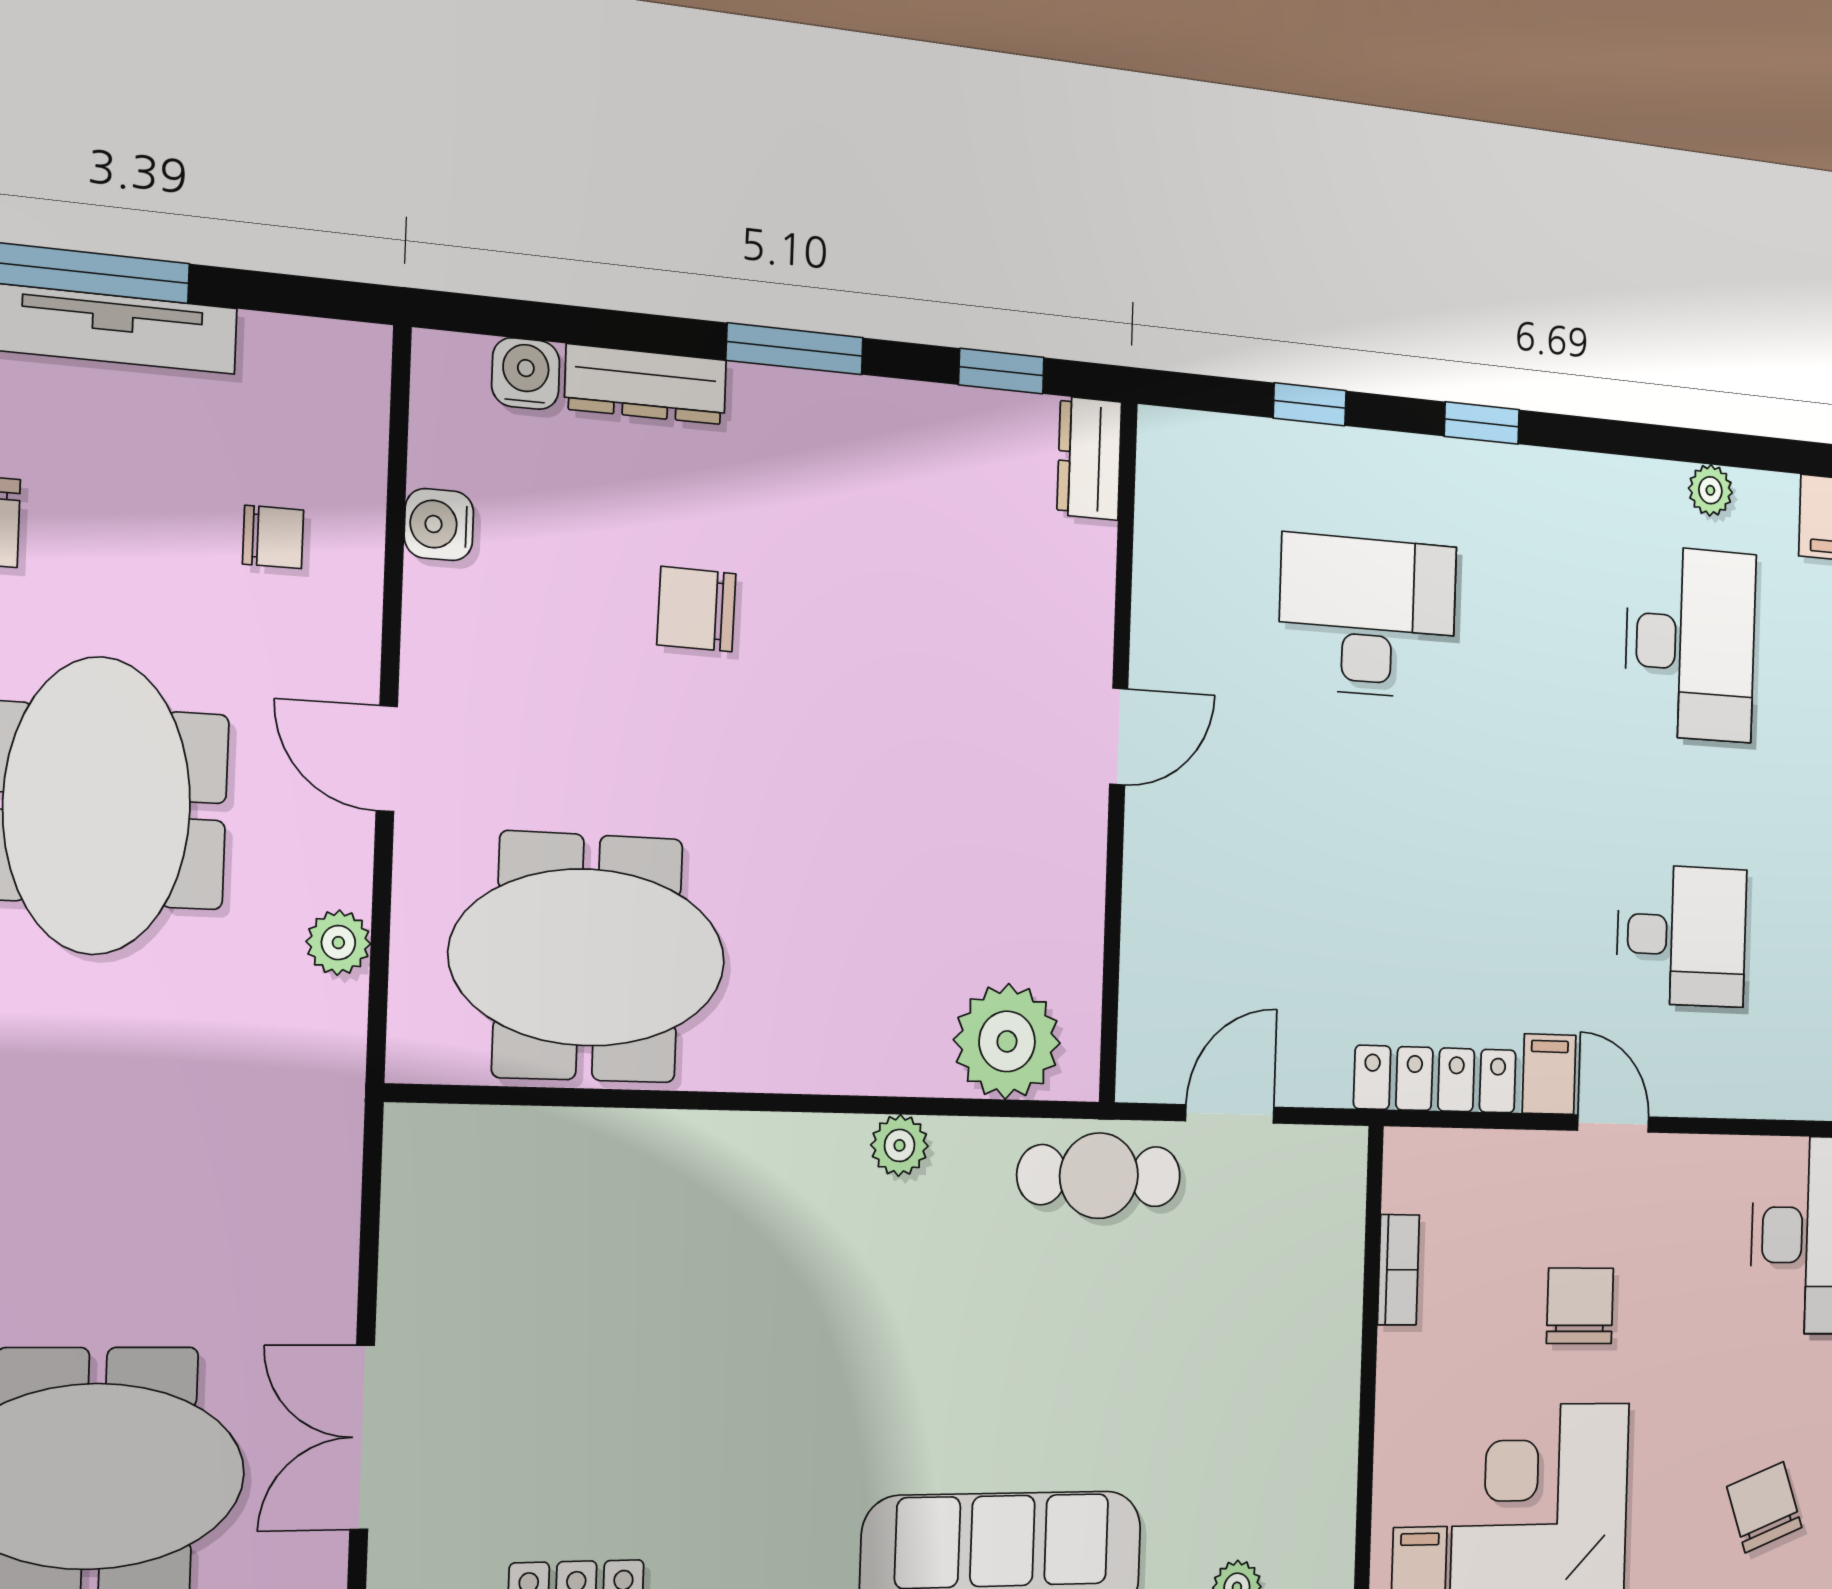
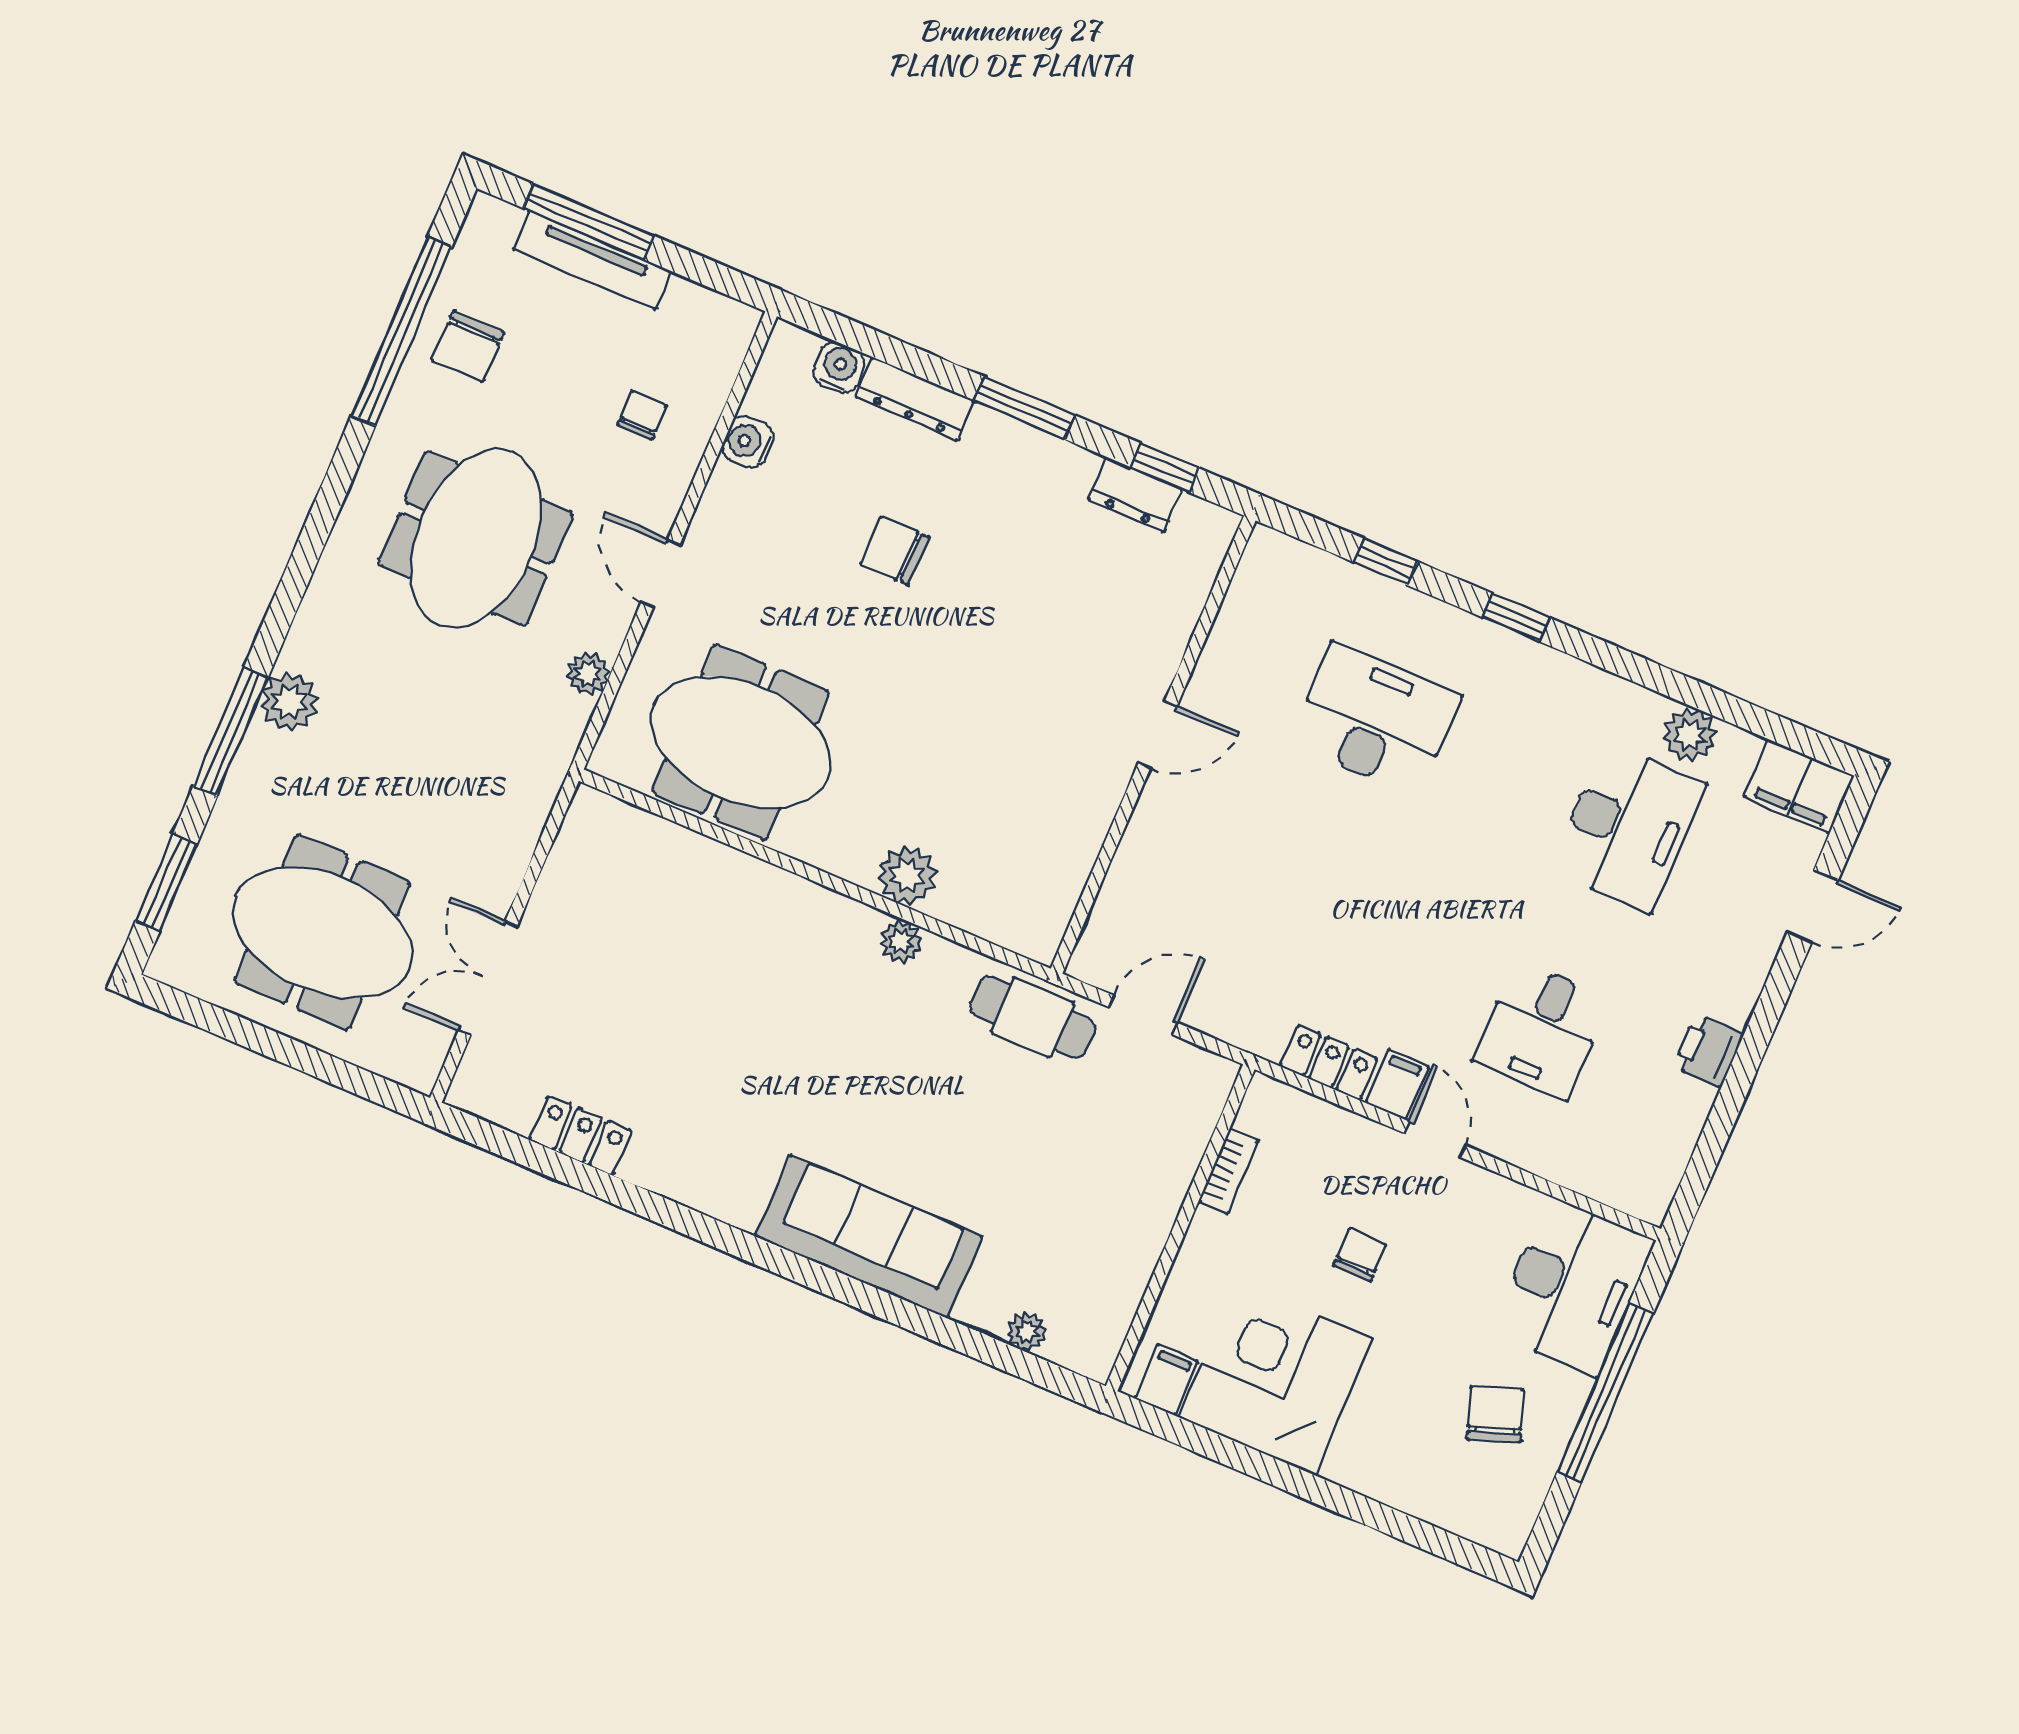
dresser: (1089, 458) -> (1135, 494), moved, turned -90
plant: (1710, 490) -> (1690, 735), width x1.38, depth x1.38
chair: (273, 537) -> (642, 415), turned -90
desk: (1682, 936) -> (1542, 1030), turned 90
plant: (1007, 1041) -> (907, 875), moved, width x0.73, depth x0.73
locker: (1435, 1079) -> (1329, 1062), width x0.66
chair: (1580, 1306) -> (1360, 1255), width x0.73, depth x0.73
chair: (1764, 1507) -> (1495, 1414), moved

